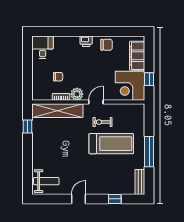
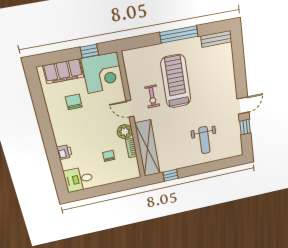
printer: (86, 41) -> (64, 152), moved
chair: (107, 45) -> (74, 102), moved
weight bench: (46, 181) -> (204, 140), moved, turned 180
door: (78, 199) -> (243, 105), swing flipped
window: (115, 199) -> (245, 127), moved

